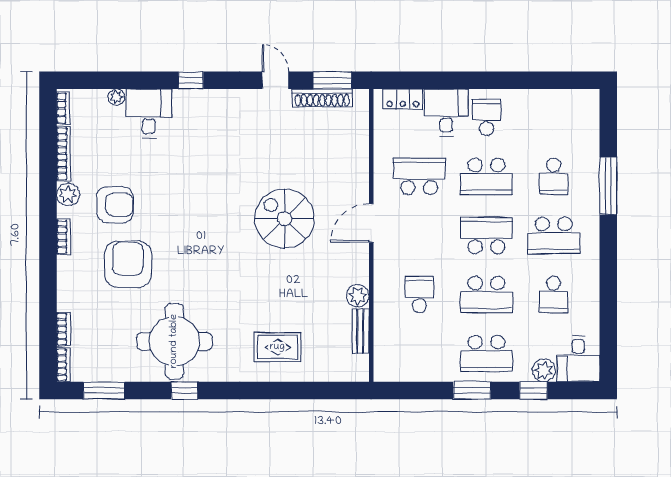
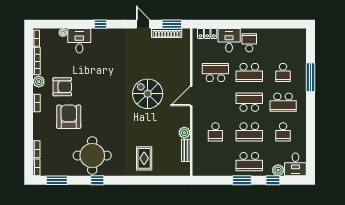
school desk: (419, 294) -> (215, 132), turned 180
rug: (277, 347) -> (144, 158), turned 90

